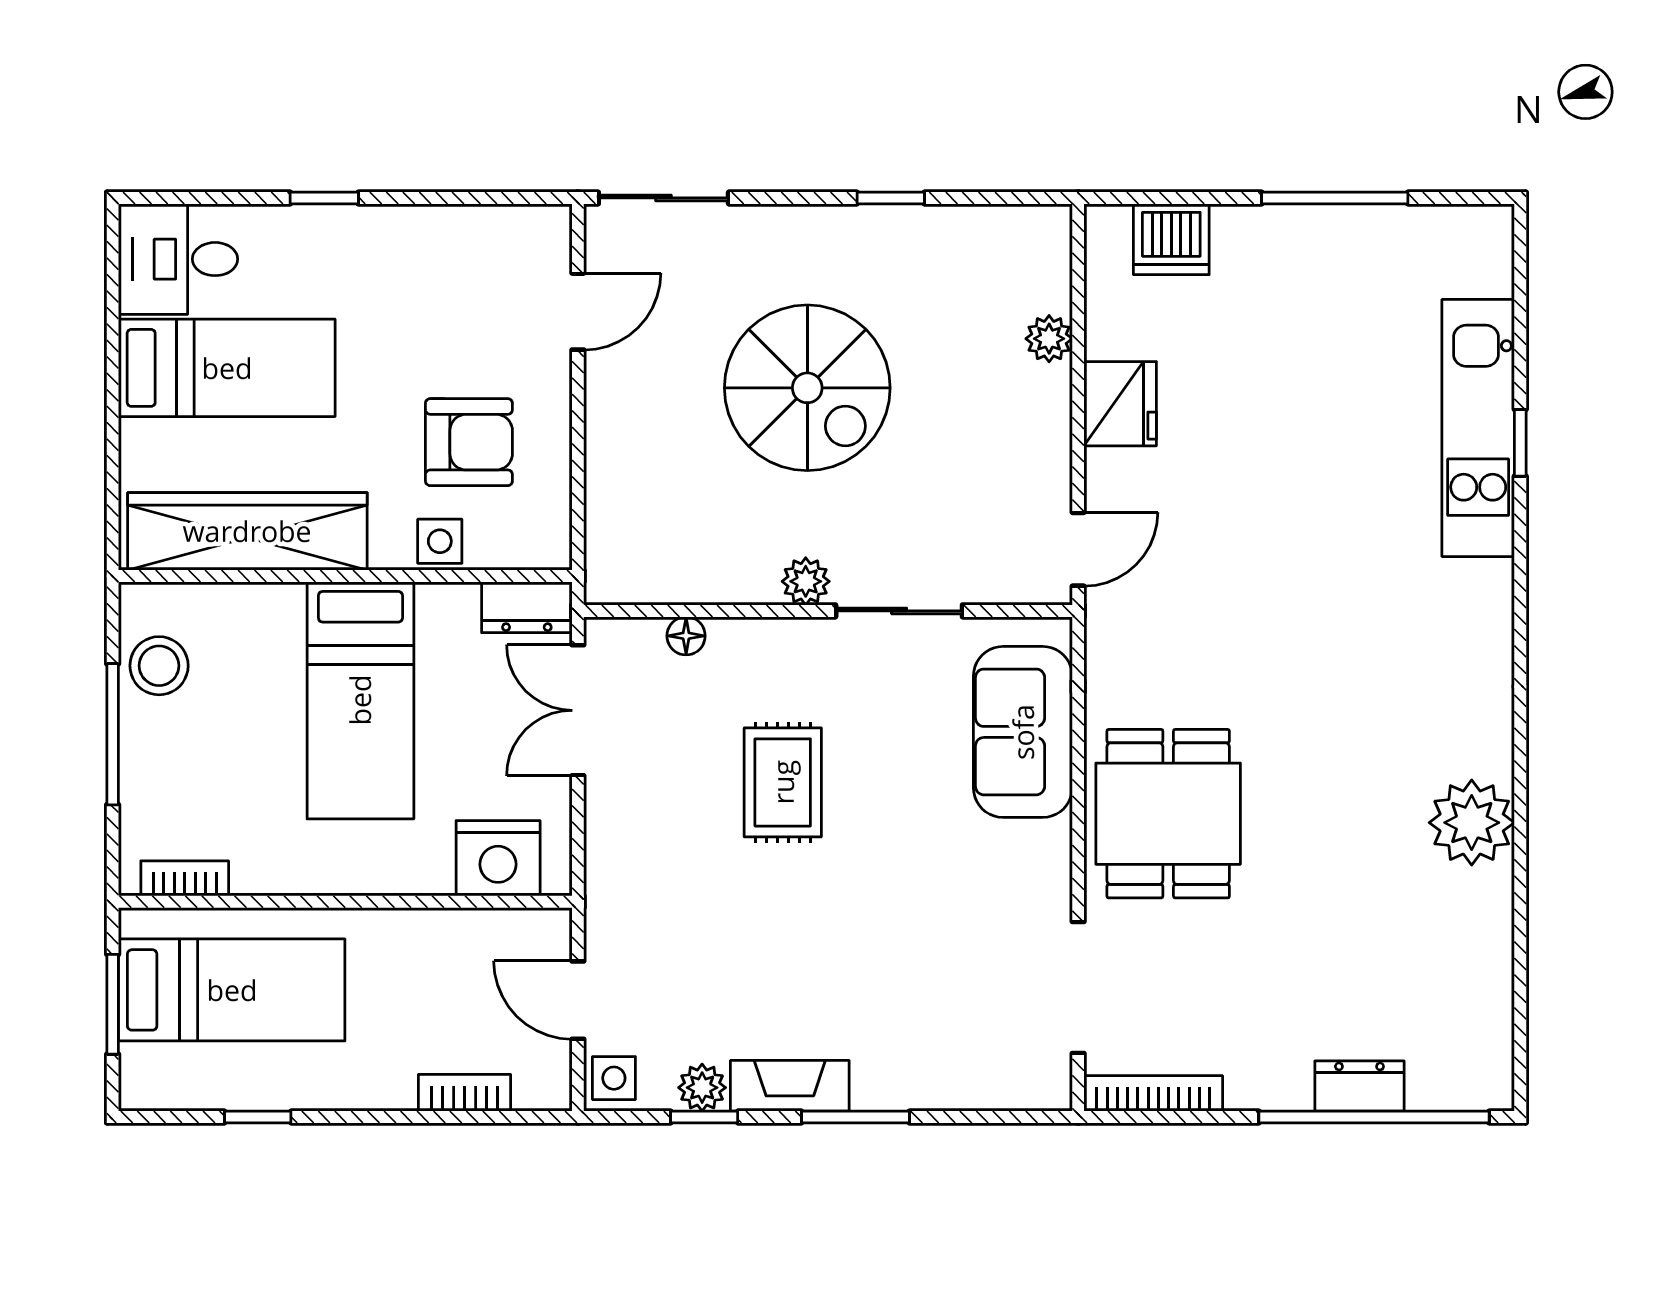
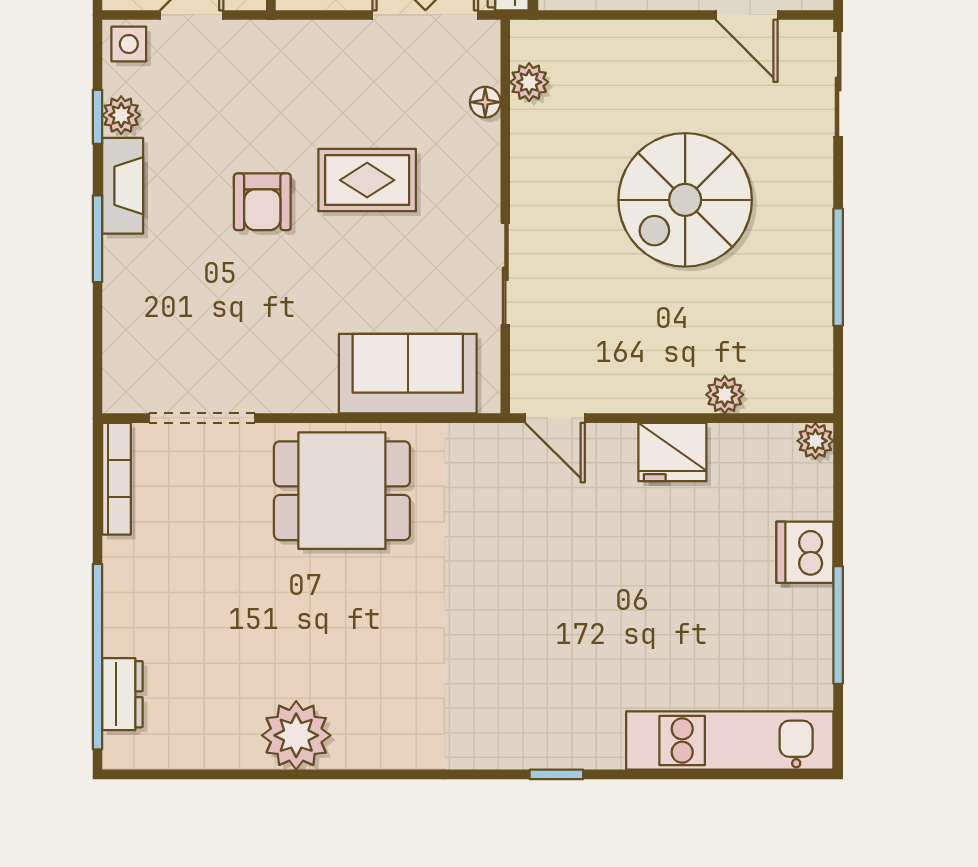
window: (891, 198) -> (838, 267), width x2.17
plant: (1106, 226) -> (815, 441), added
dishwasher: (1171, 239) -> (805, 552), moved
kitchen unit: (1478, 428) -> (730, 741), moved
window: (1520, 443) -> (556, 774), moved
plant: (806, 581) -> (529, 82), moved
plant: (1472, 823) -> (296, 735), moved
armchair: (810, 912) -> (262, 202), added
dresser: (1359, 1086) -> (122, 694), moved

